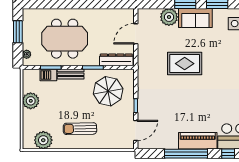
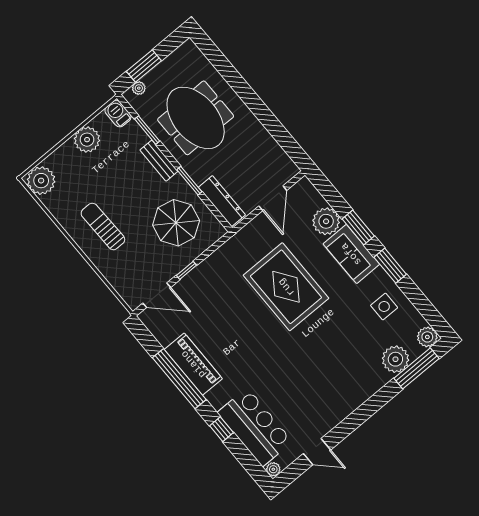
window: (18, 32) -> (144, 66), moved
door: (136, 34) -> (273, 198), swing flipped
rug: (185, 64) -> (286, 287), width x1.37, depth x1.44
barbecue: (48, 75) -> (118, 114), moved
plant: (43, 140) -> (41, 181), moved
piano: (198, 141) -> (193, 364), moved

